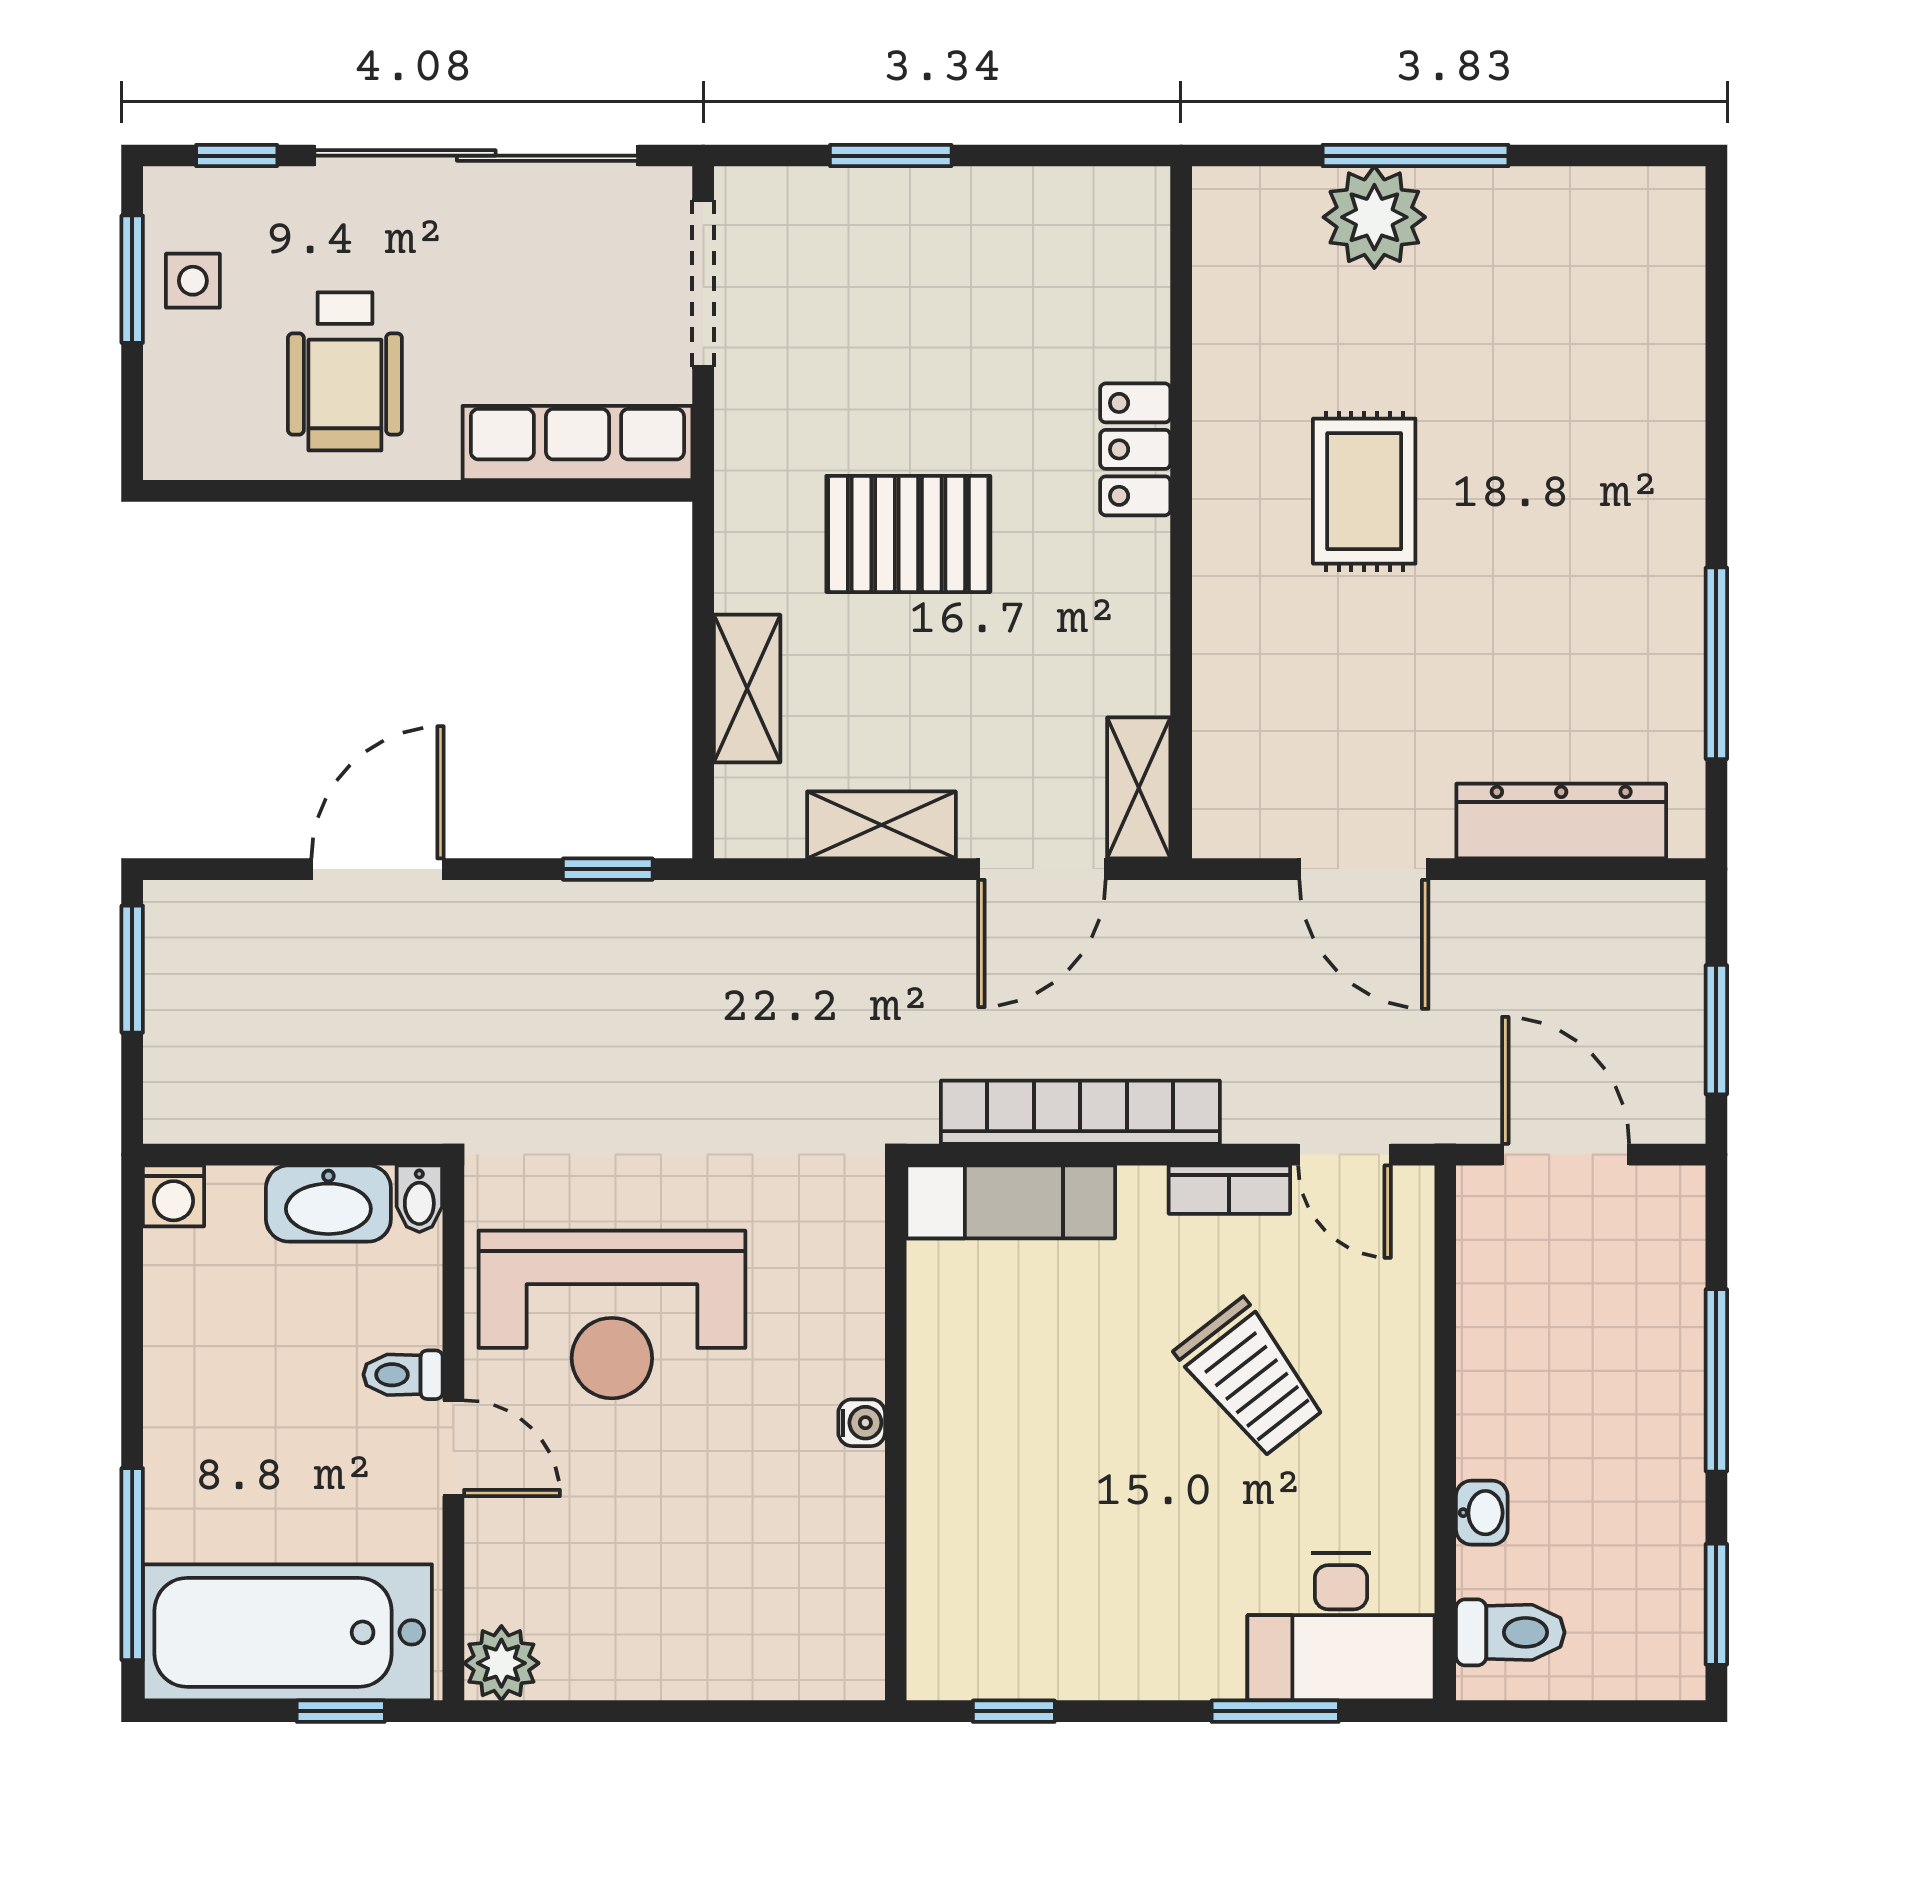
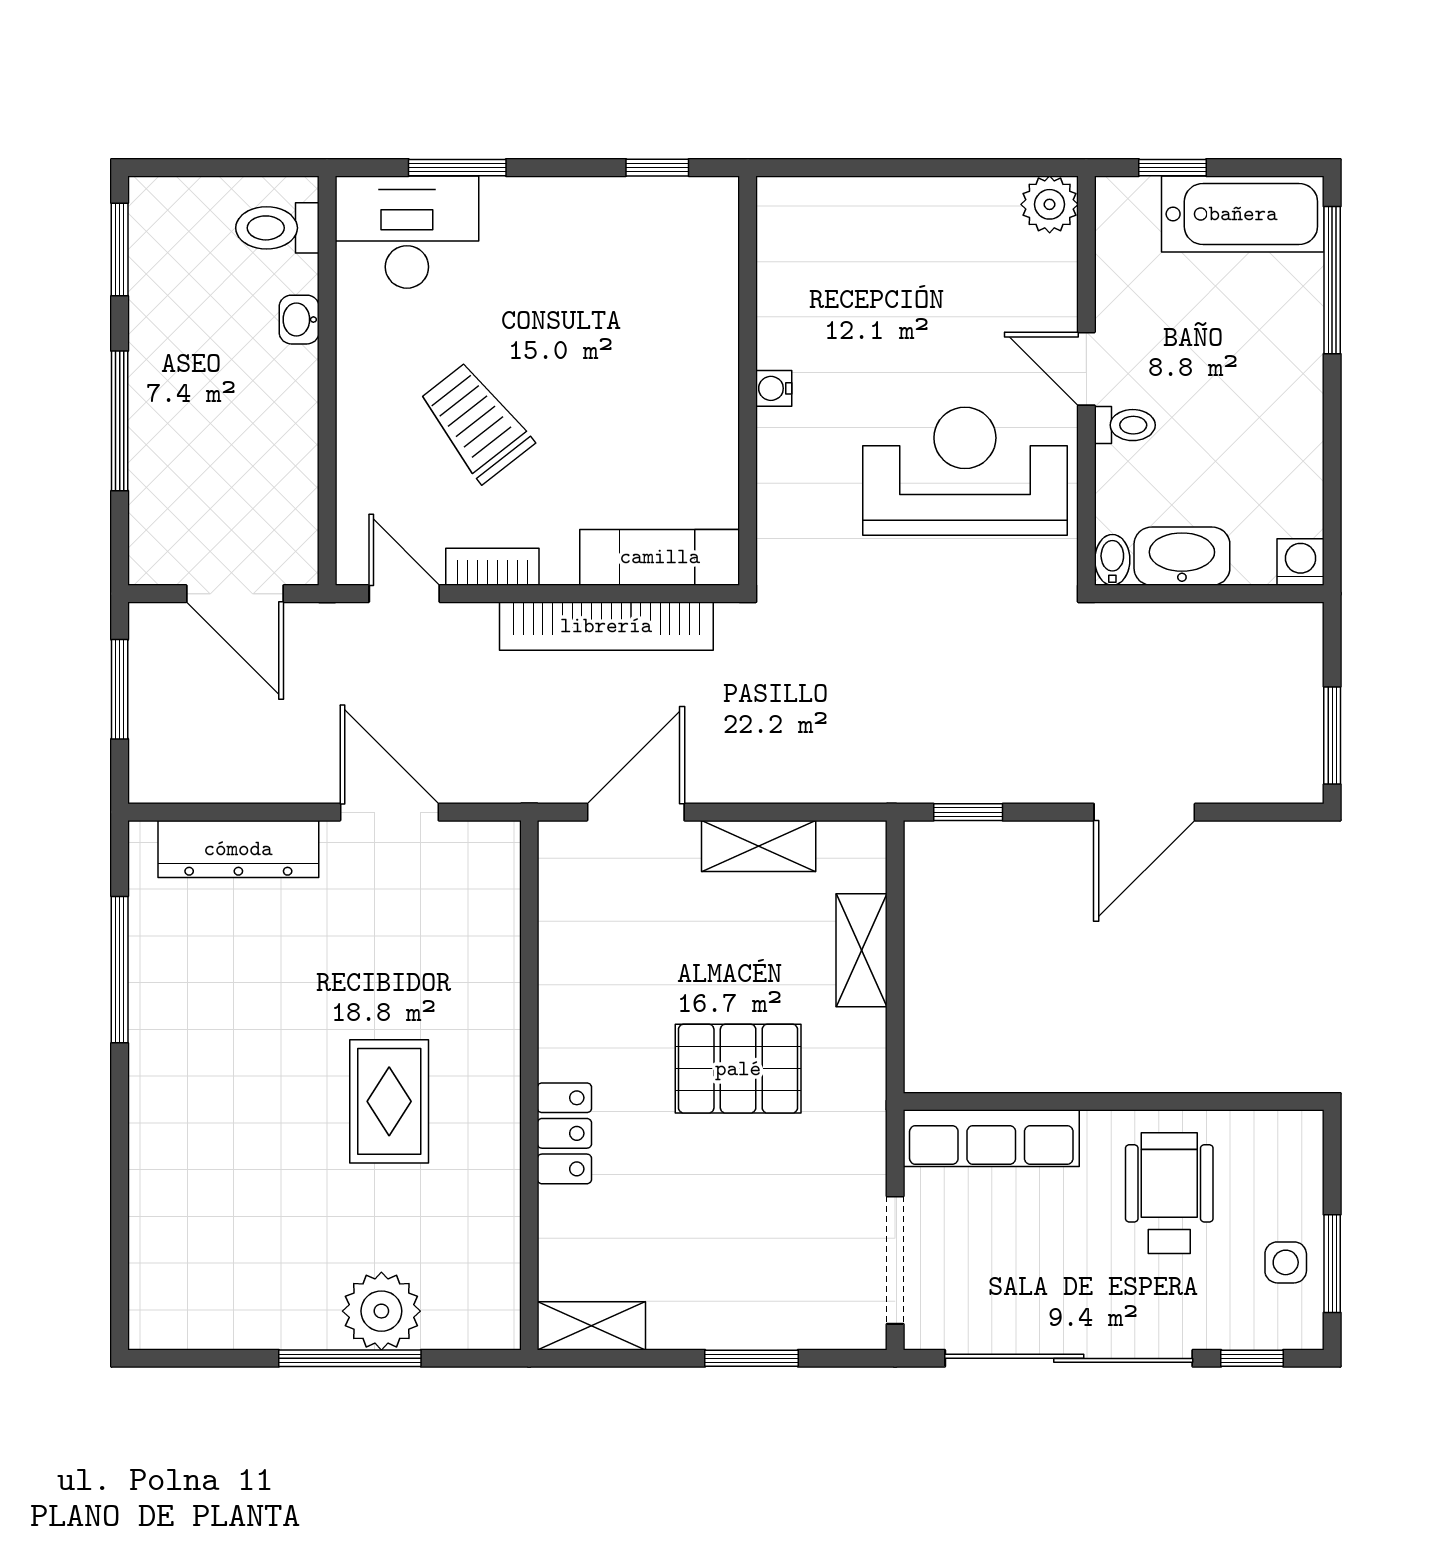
shelving: (1139, 788) -> (591, 1326), moved, turned 90
bathtub: (287, 1632) -> (1243, 214), width x0.73, depth x0.73

